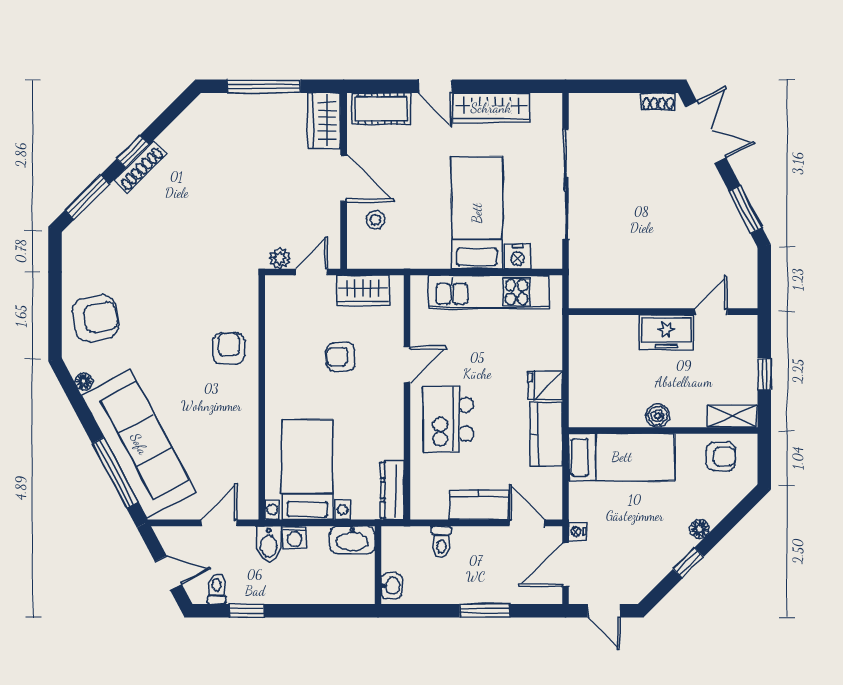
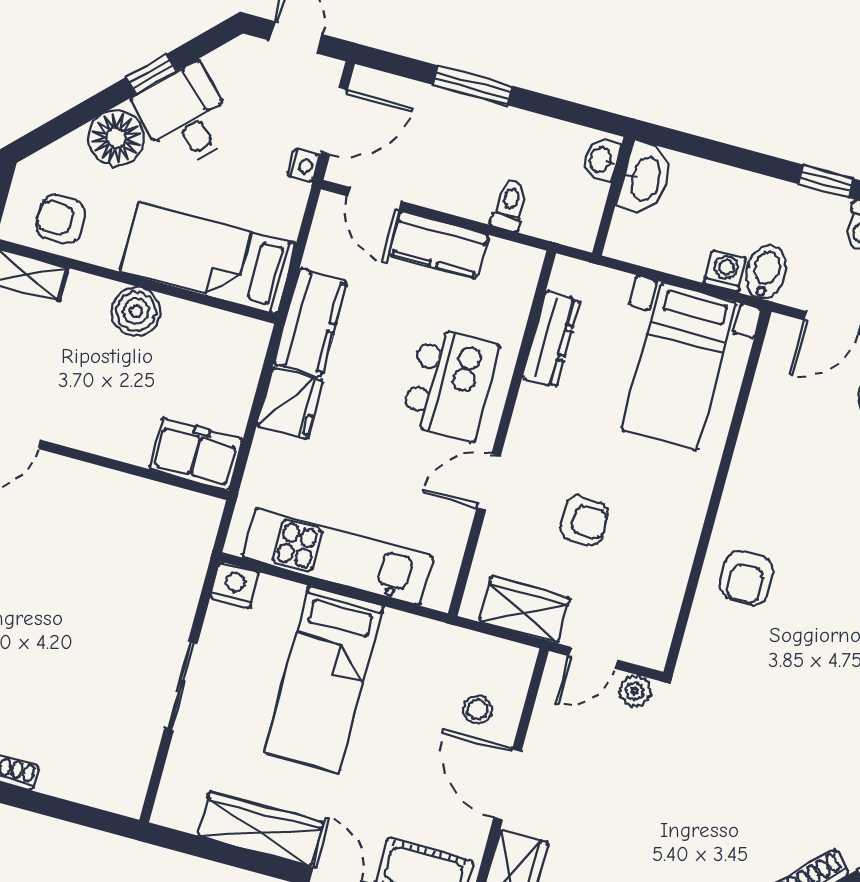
sliding door: (565, 184) -> (181, 686), width x0.54
nightstand: (518, 256) -> (235, 585), moved
freezer: (666, 332) -> (196, 454), moved
fridge: (545, 386) -> (290, 403), width x1.38
boiler: (658, 416) -> (136, 311), width x1.36, depth x1.36
dresser: (392, 490) -> (551, 339), moved
floor lamp: (699, 529) -> (116, 138), width x1.89, depth x1.89
washbasin: (352, 540) -> (645, 179), moved, turned 90
desk: (660, 543) -> (185, 116), added

